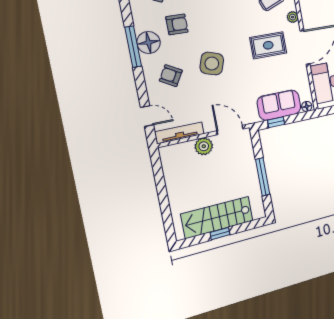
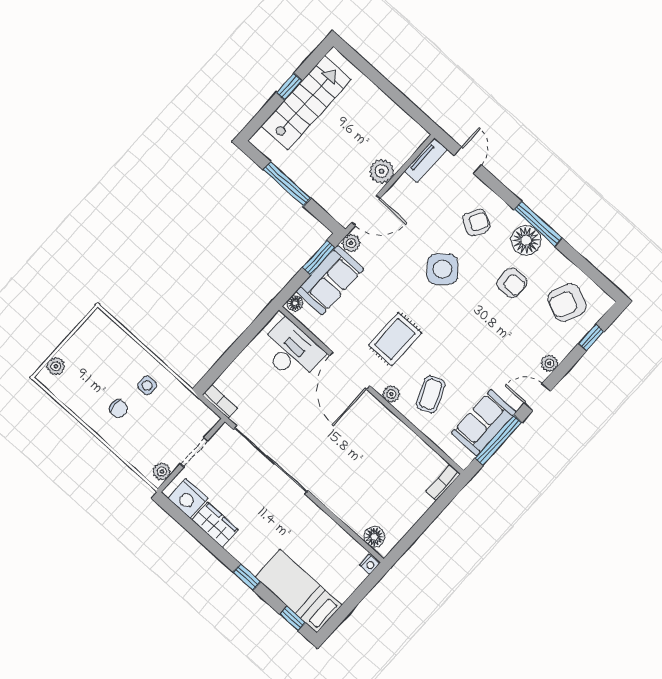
armchair: (177, 24) -> (512, 283), turned -90
side table: (212, 64) -> (442, 269), turned 31
door: (147, 116) -> (468, 160), swing flipped
plant: (252, 117) -> (351, 243), added
window: (276, 122) -> (318, 258), width x1.50
tv unit: (179, 133) -> (426, 160), width x0.71

